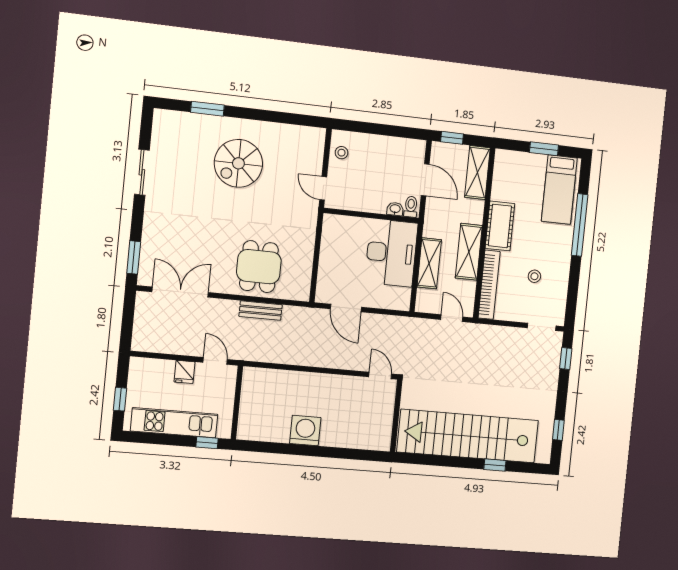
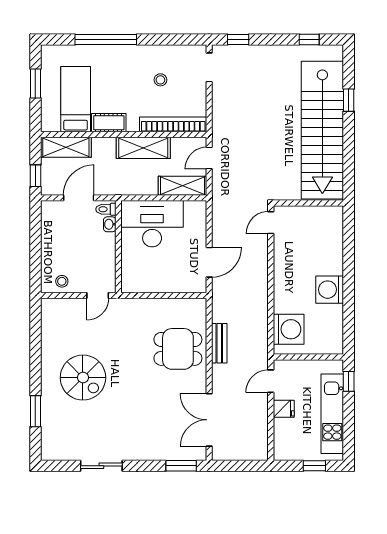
bed: (559, 190) -> (76, 99), moved, turned -90
cot: (500, 226) -> (109, 123), width x0.73, depth x0.75
shelving: (429, 263) -> (182, 186), moved
washing machine: (268, 384) -> (289, 329), added

